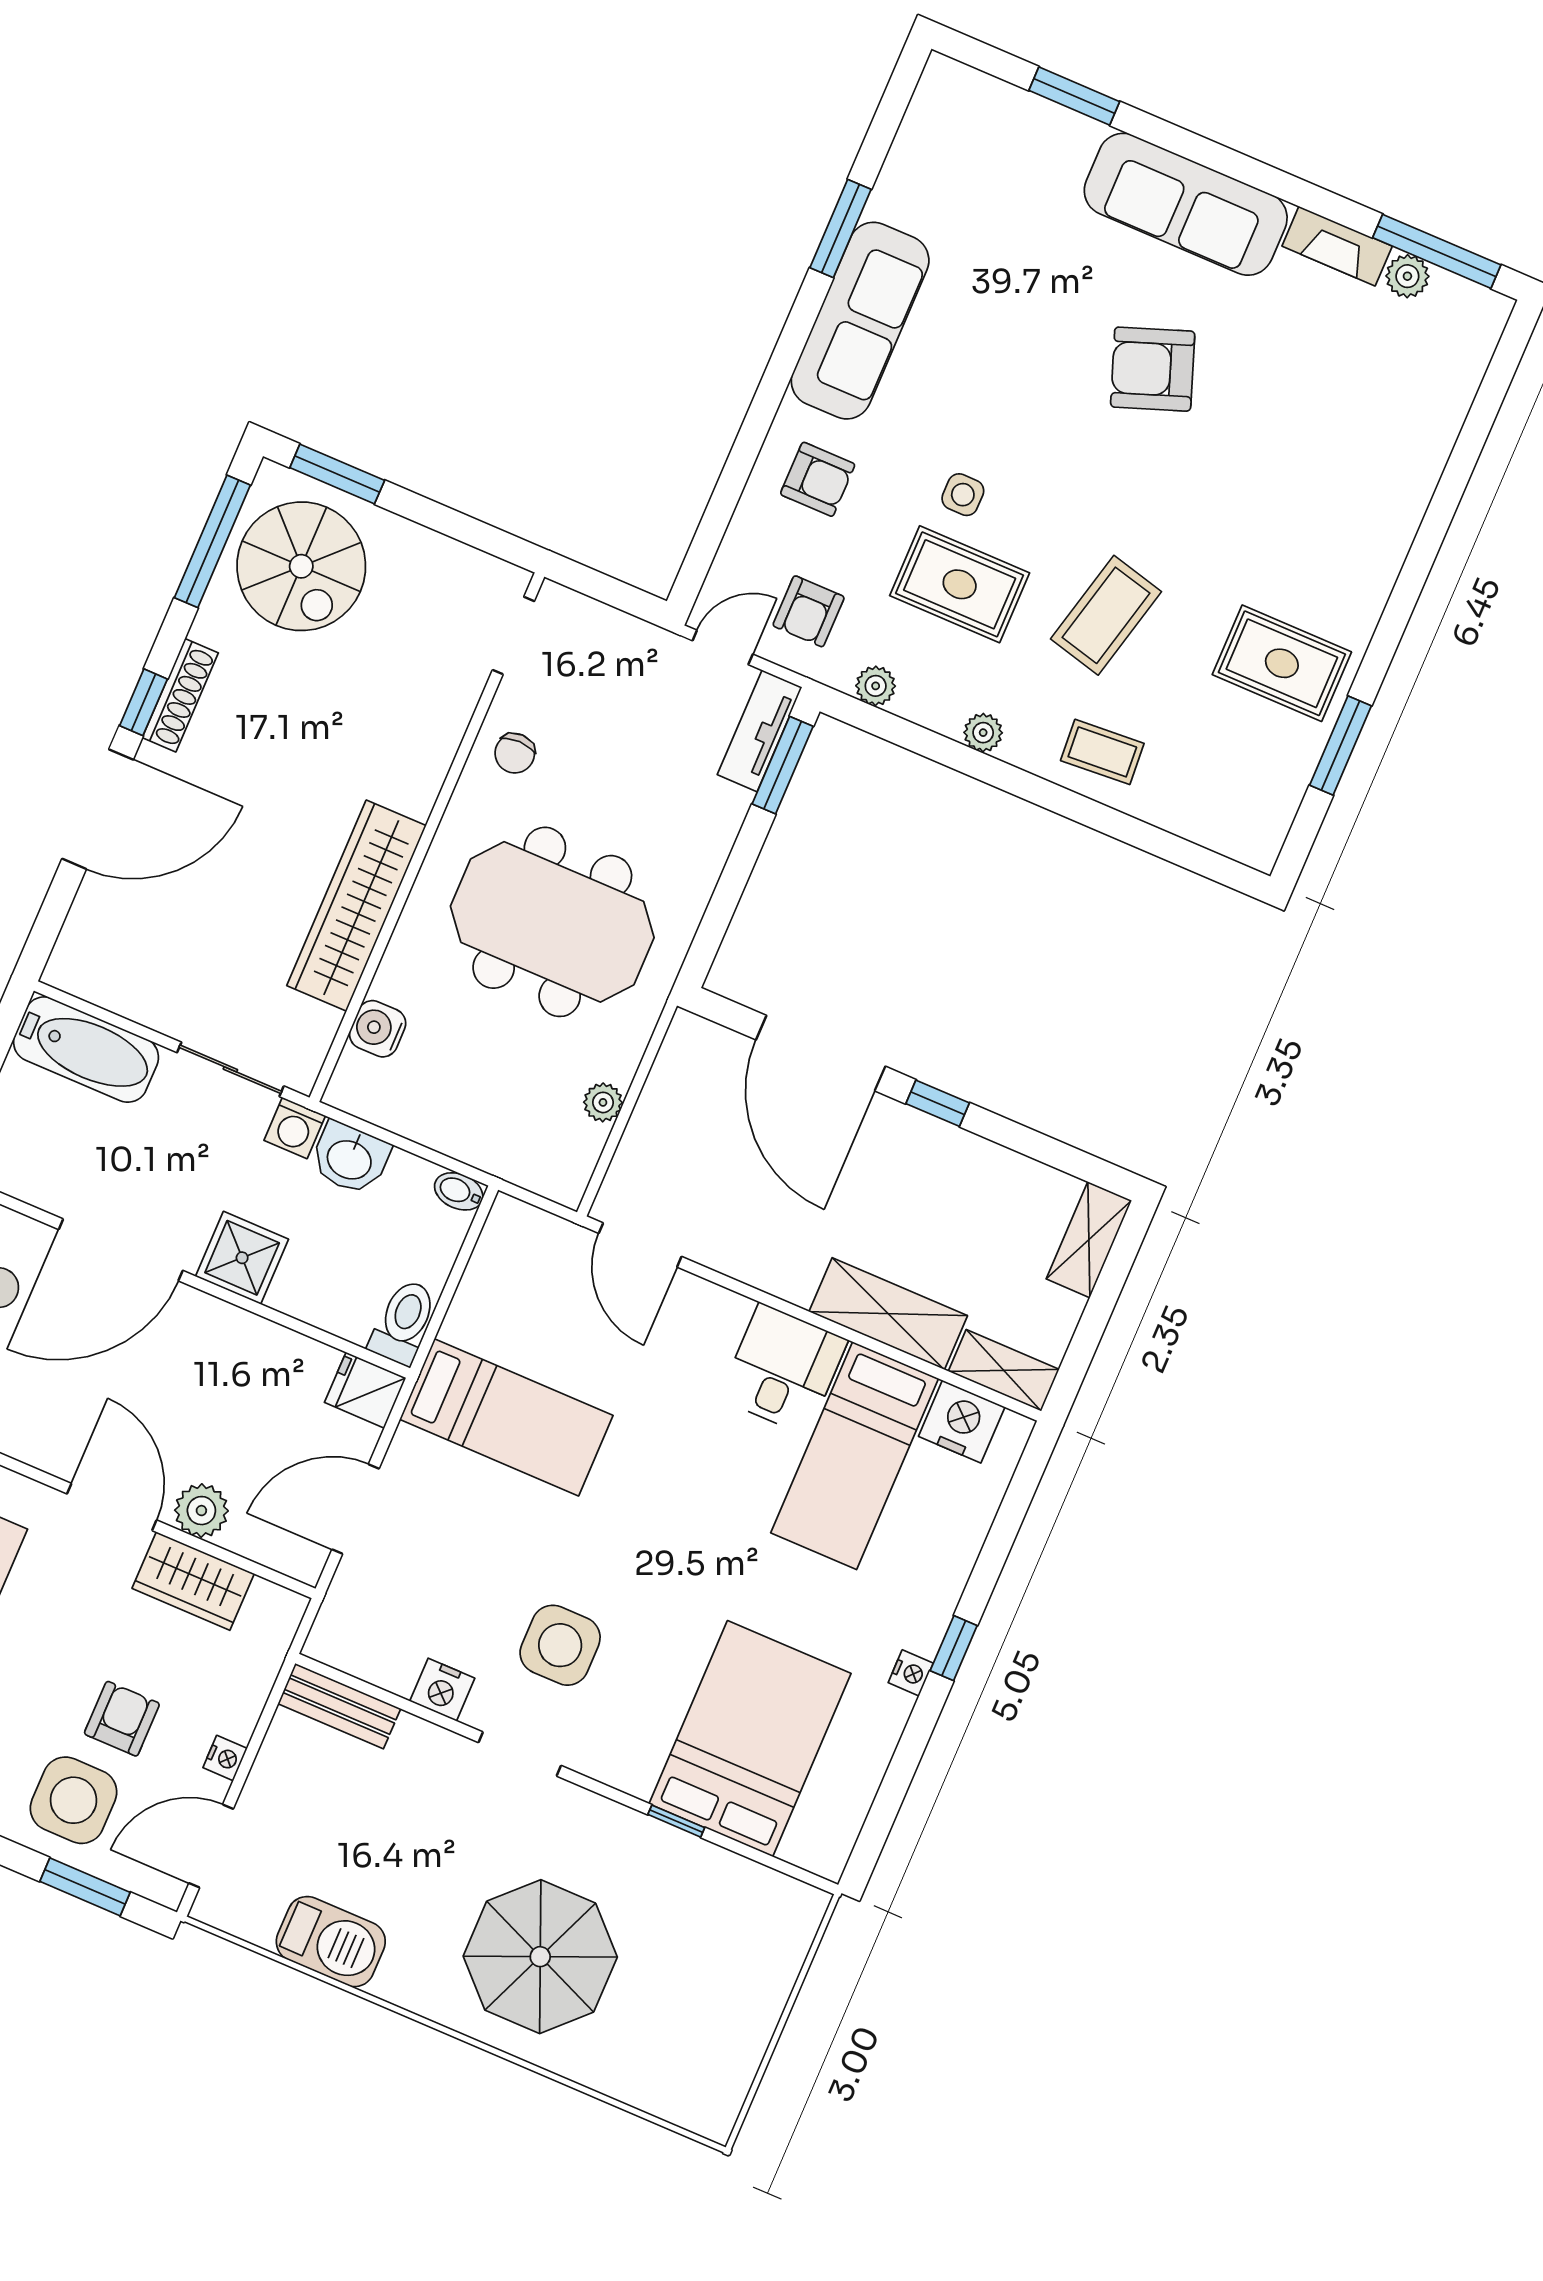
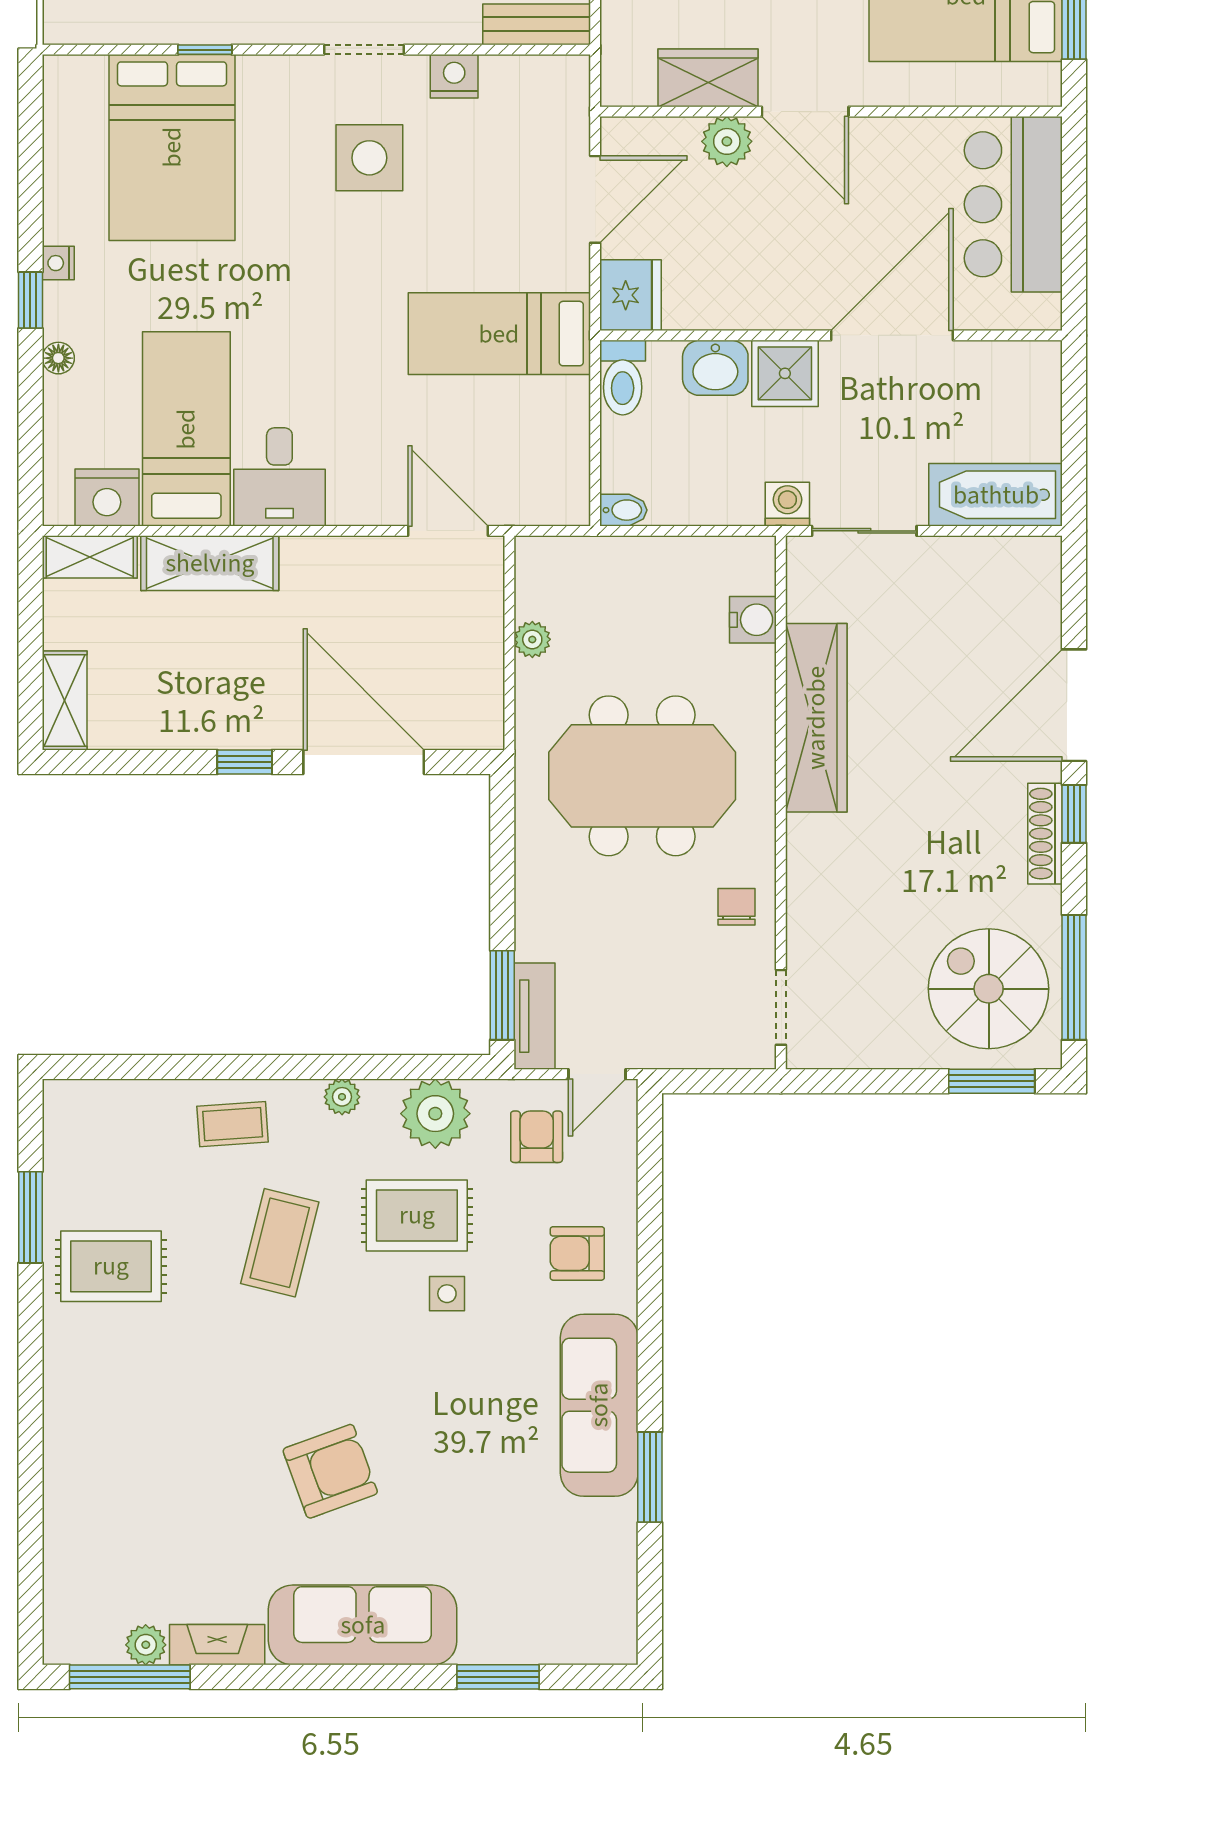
plant: (876, 686) -> (435, 1114), width x1.88, depth x1.88
washbasin: (350, 1158) -> (715, 368), moved, turned 180
fridge: (365, 1390) -> (630, 295), width x1.38
floor lamp: (951, 1579) -> (58, 358), added

